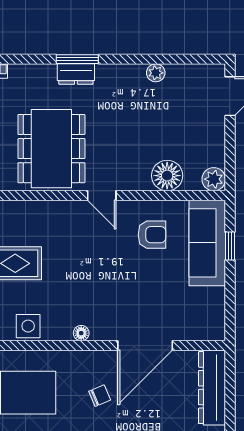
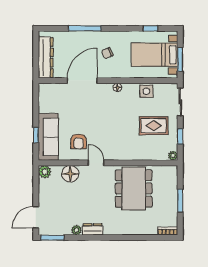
window: (77, 59) -> (52, 238), moved
dresser: (76, 74) -> (93, 229), moved
door: (102, 195) -> (96, 163), moved
armchair: (152, 235) -> (79, 141), turned -90

